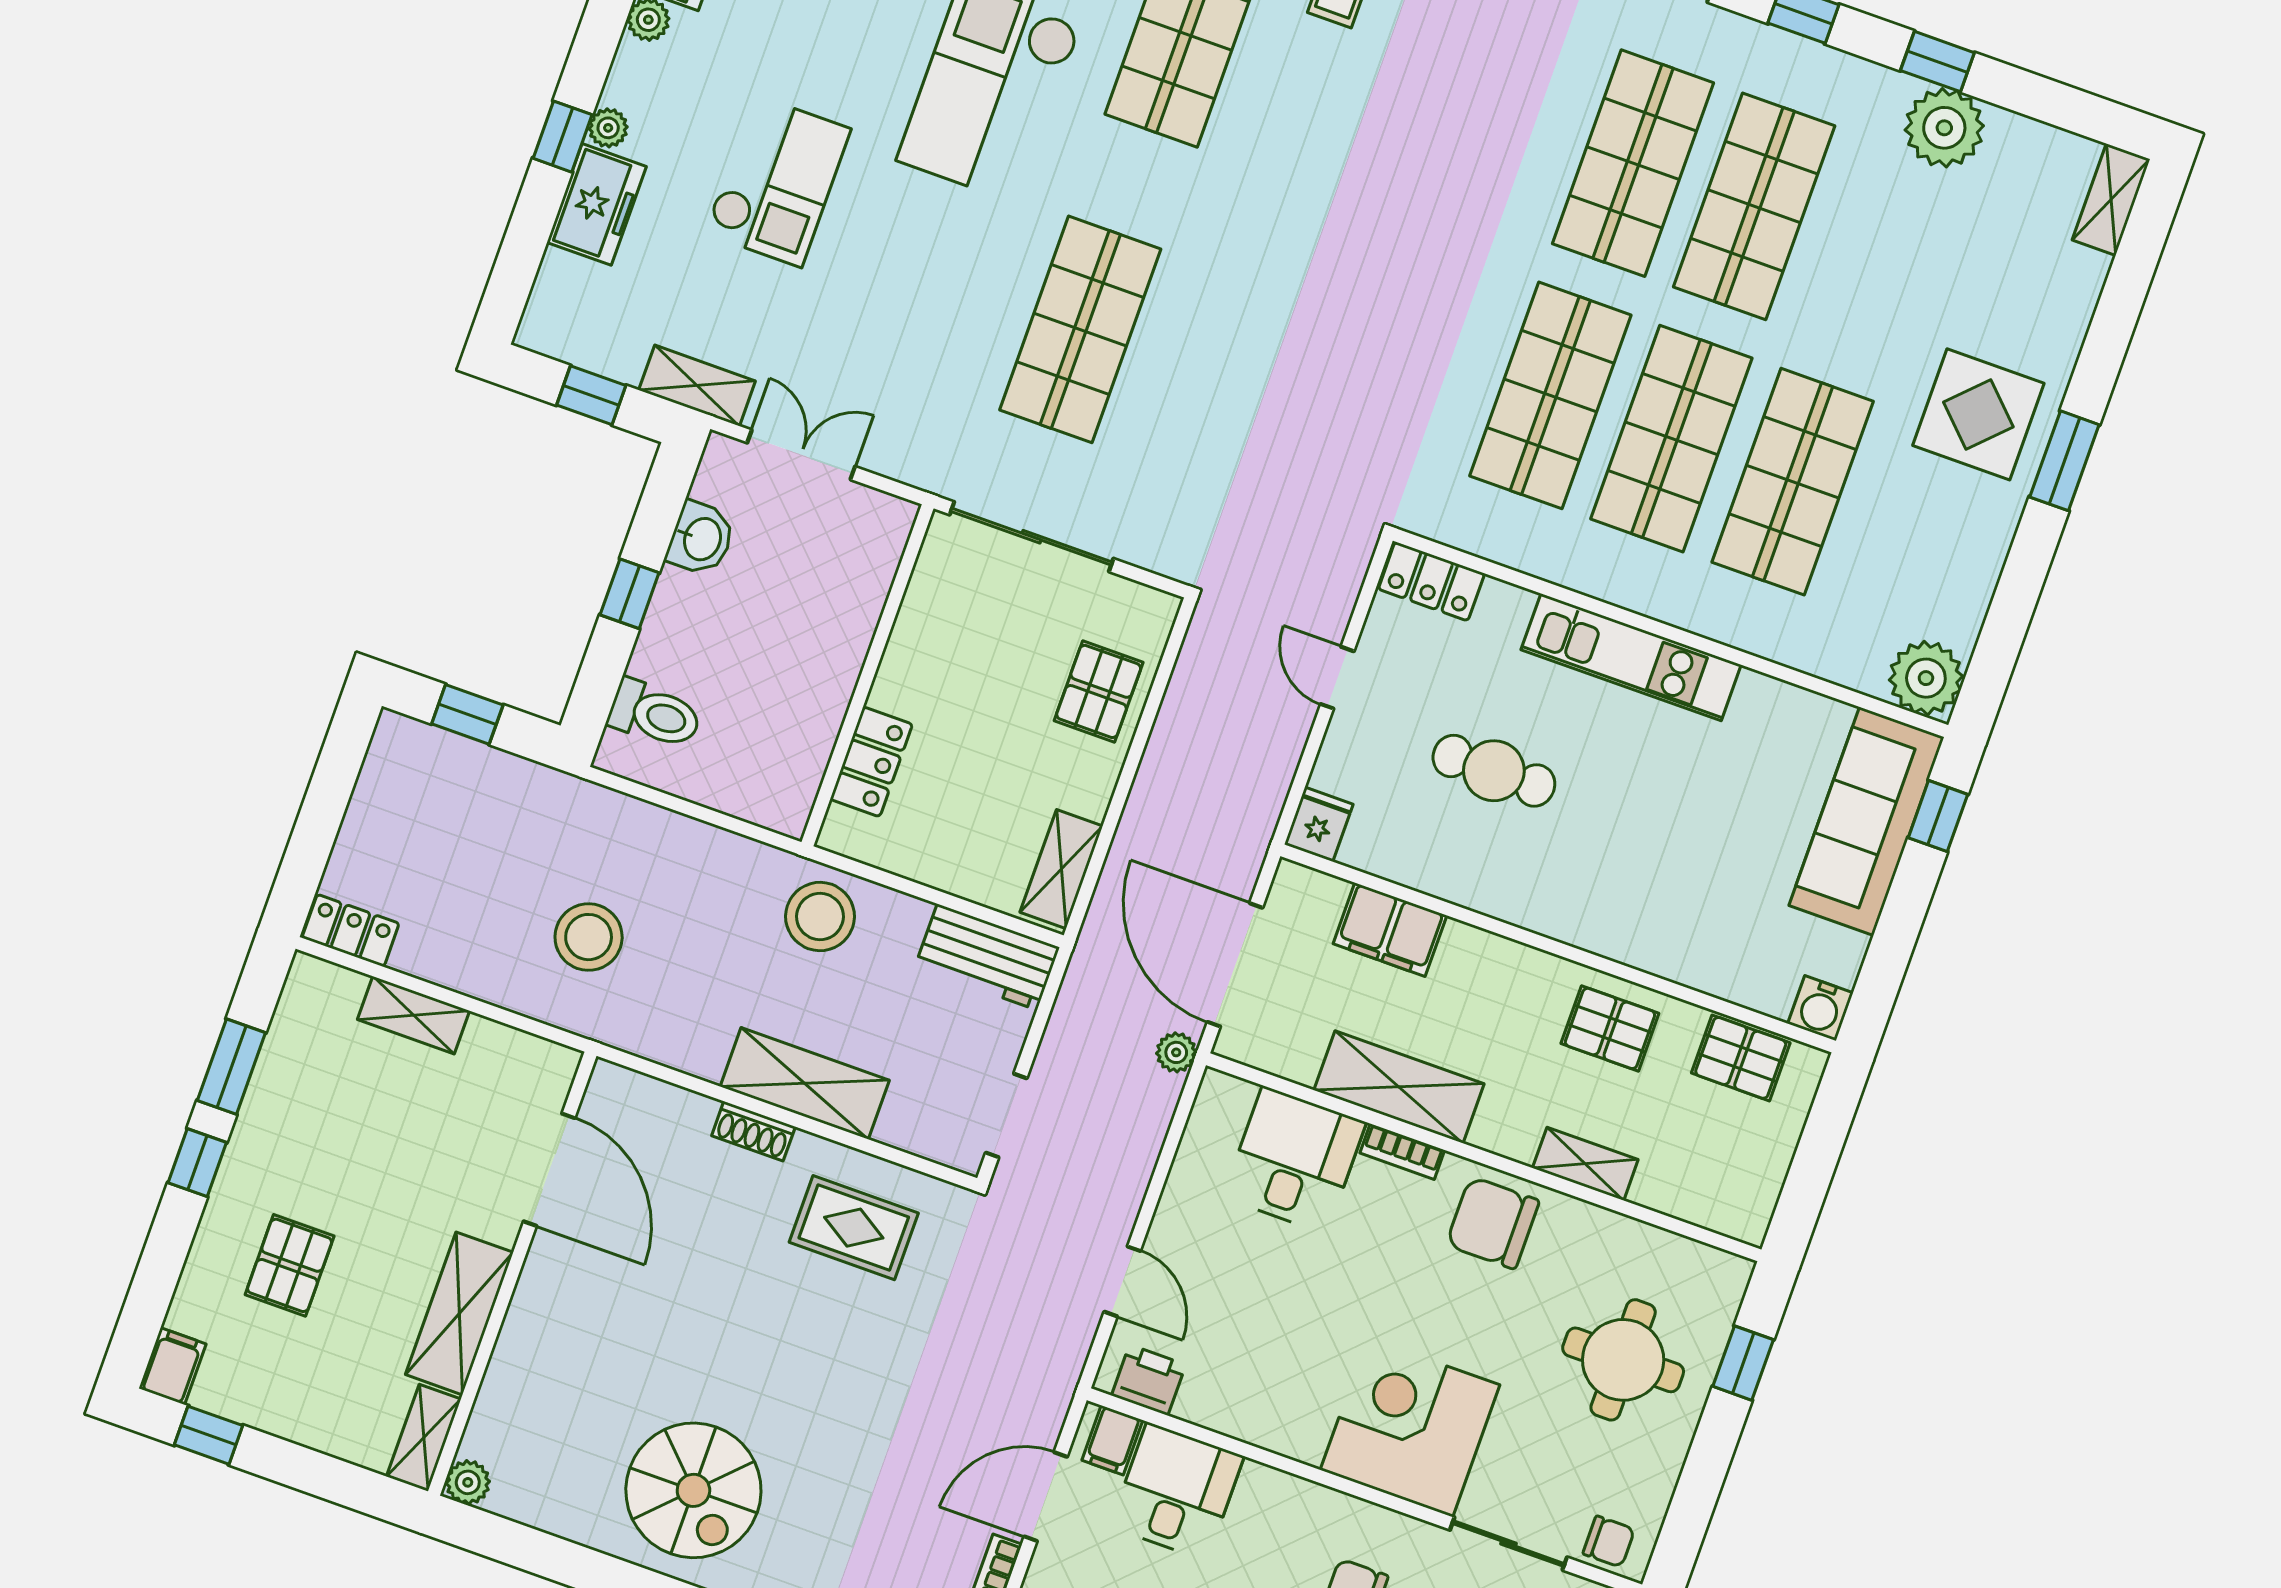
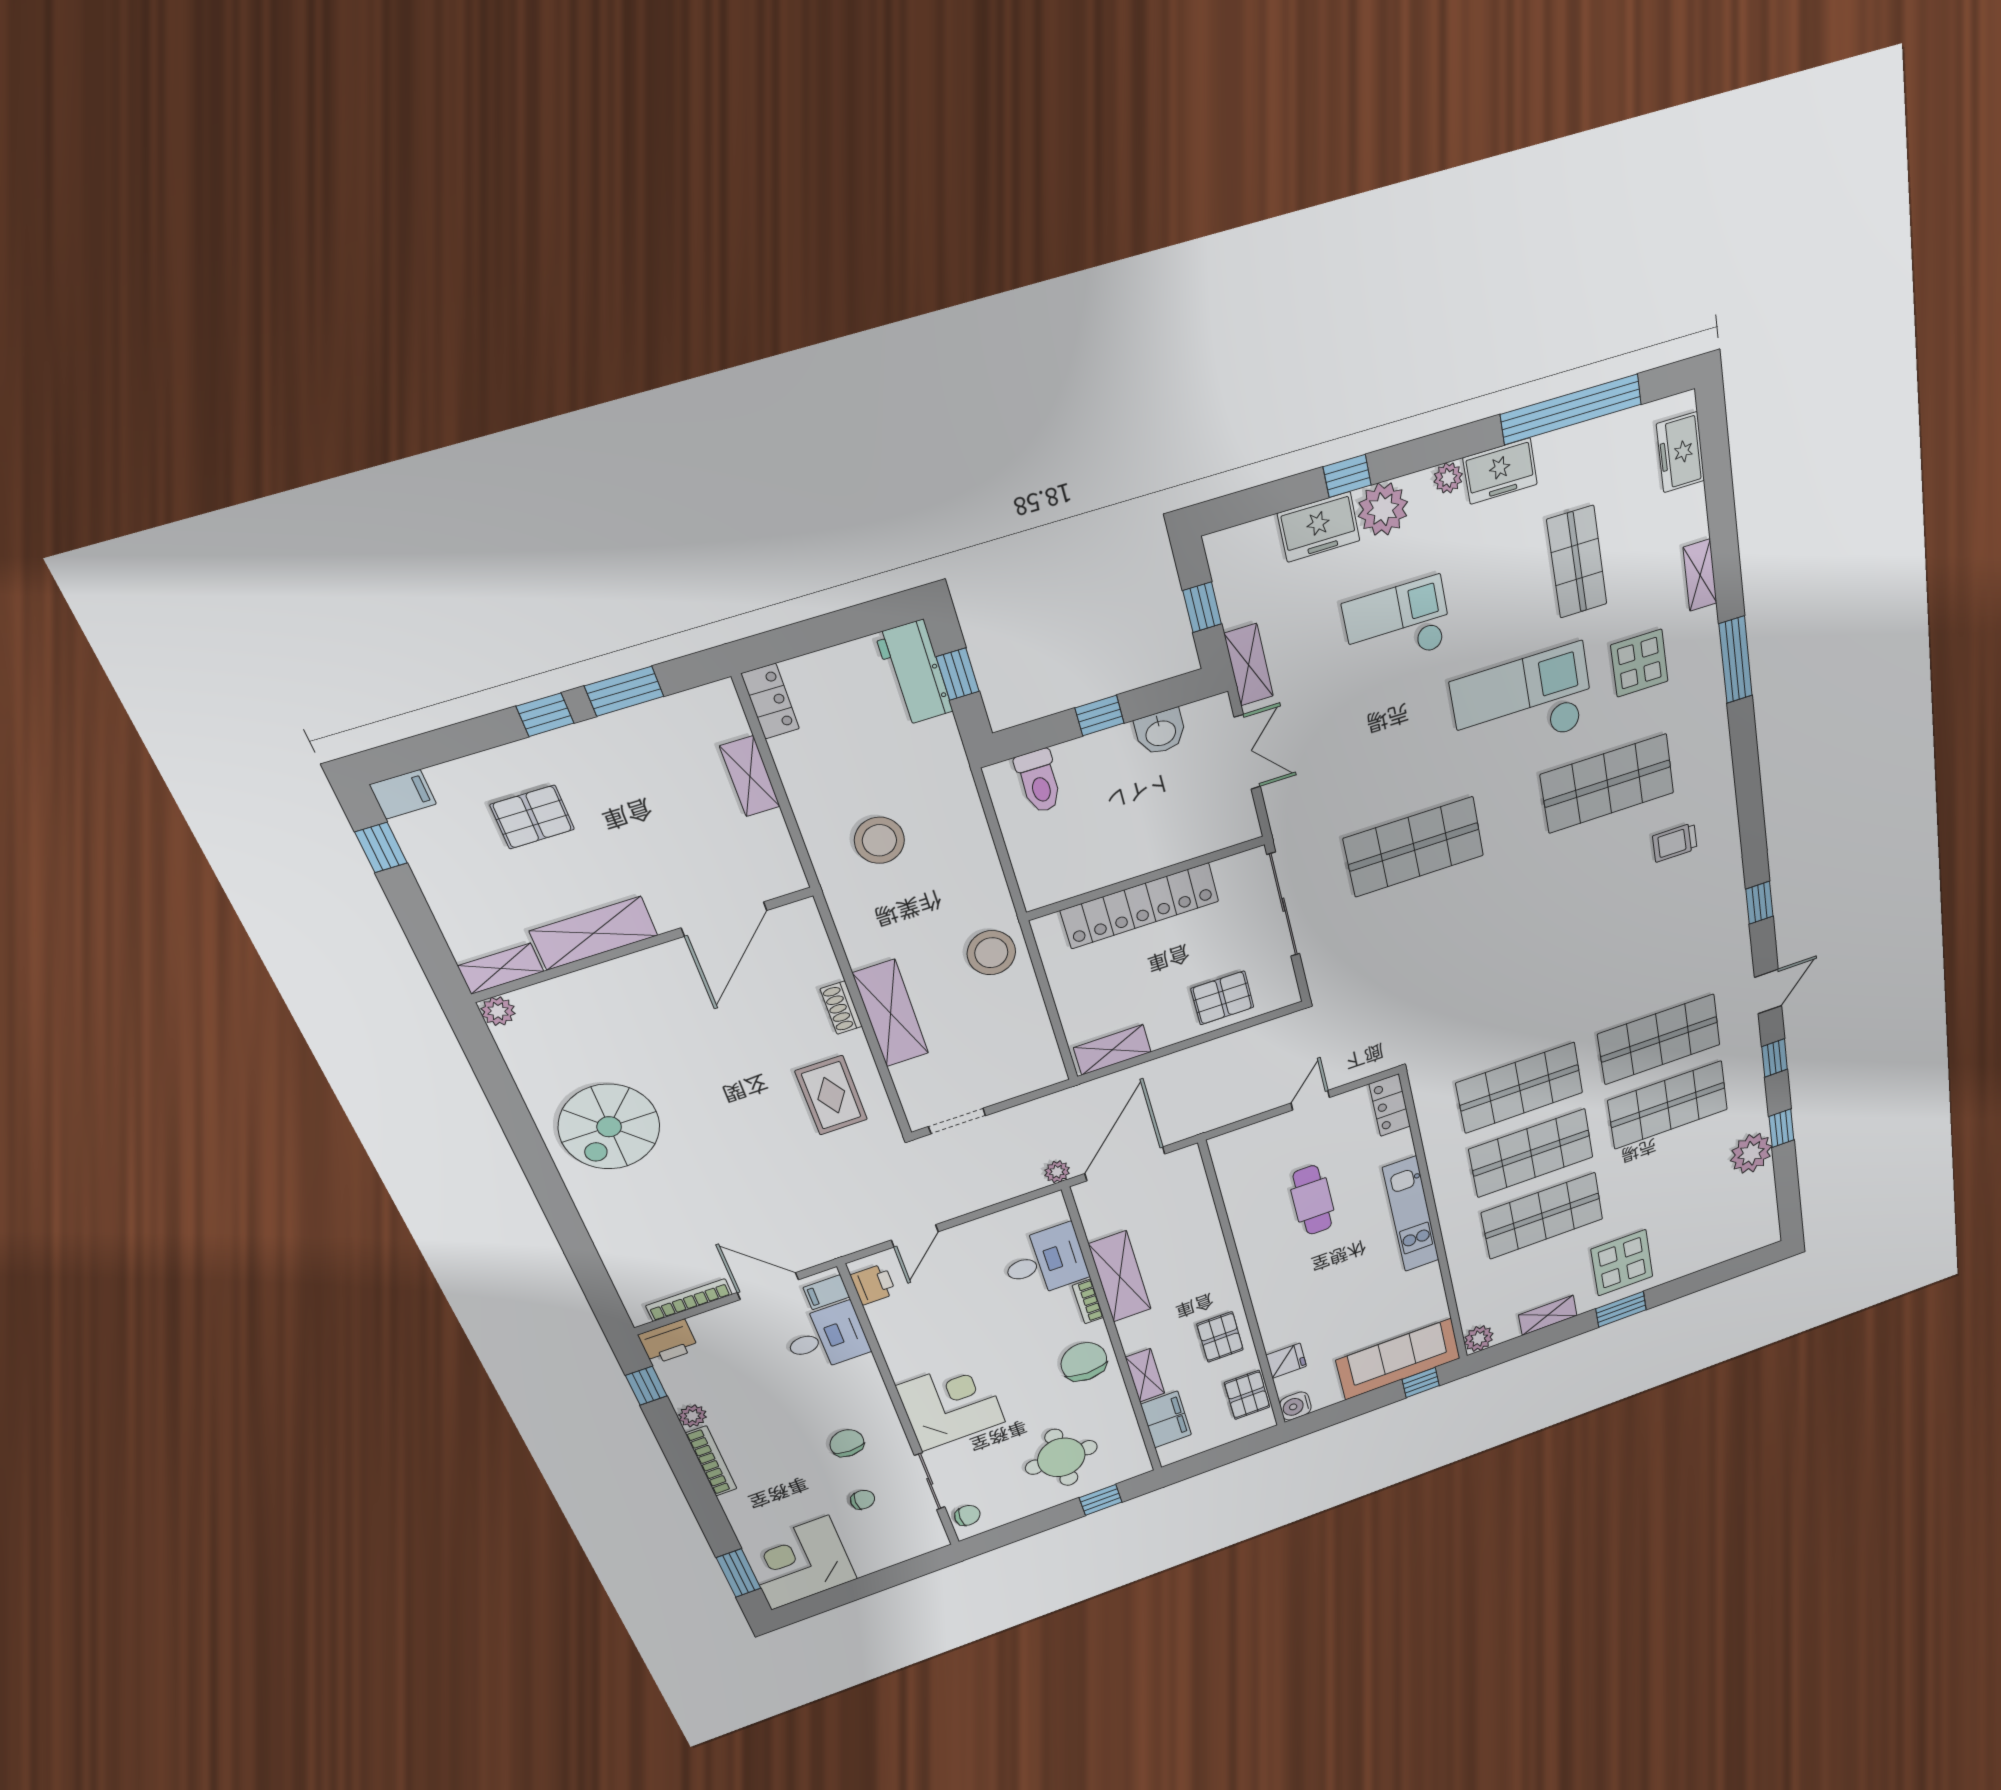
plant: (608, 128) -> (1383, 509), width x1.88, depth x1.88
checkout: (778, 181) -> (1397, 624), turned 180
shelving: (2111, 200) -> (1548, 1315), moved
plant: (1926, 678) -> (1479, 1339), width x0.73, depth x0.73
locker: (871, 762) -> (1140, 906), width x2.16, depth x1.21
fridge: (1319, 824) -> (1286, 1361), moved
filing cabinet: (1390, 930) -> (1166, 1419), moved, turned 180
workbench: (987, 957) -> (914, 673), moved
chair: (1609, 1542) -> (967, 1515), turned -90

